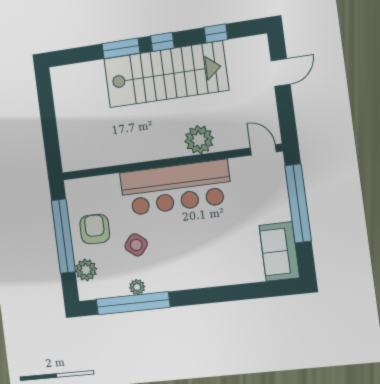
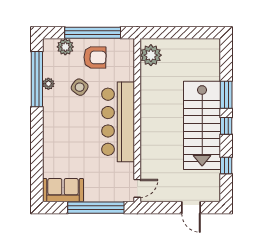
plant: (199, 140) -> (151, 55), moved

